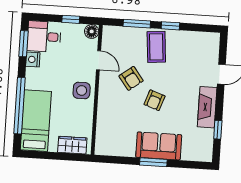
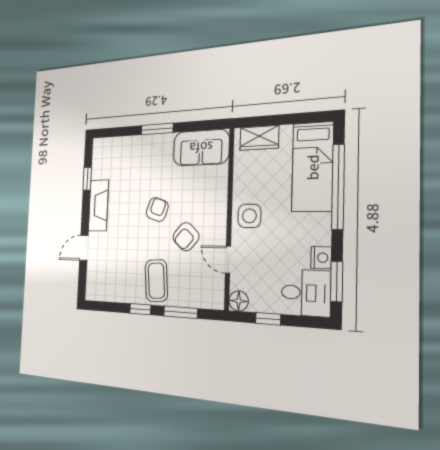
armchair: (131, 78) -> (186, 237), turned -101
sofa: (159, 146) -> (201, 148), moved

